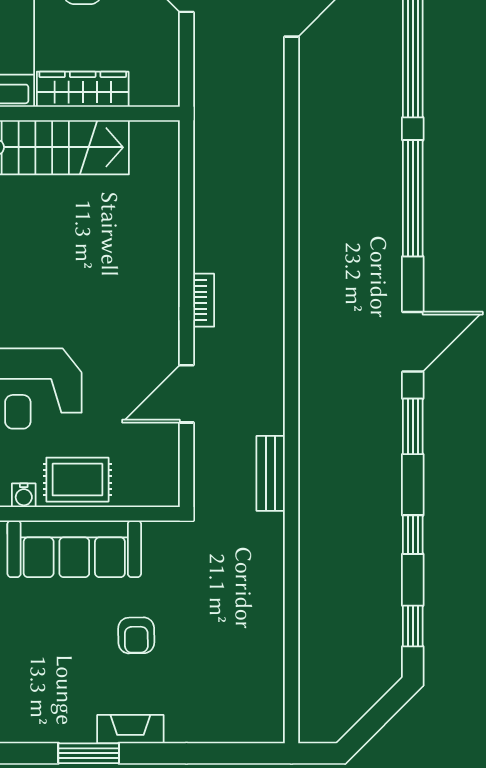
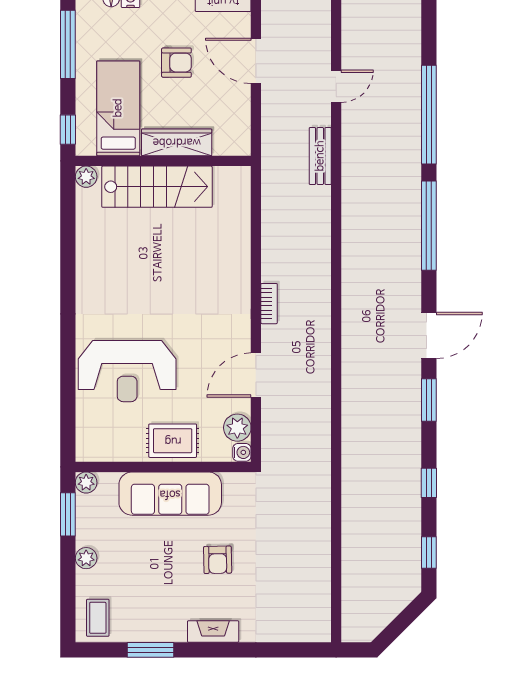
plant: (162, 463) -> (237, 428), added
bench: (271, 473) -> (320, 156), moved
water cooler: (24, 495) -> (242, 452), moved, turned -90
window: (89, 753) -> (151, 650), moved

